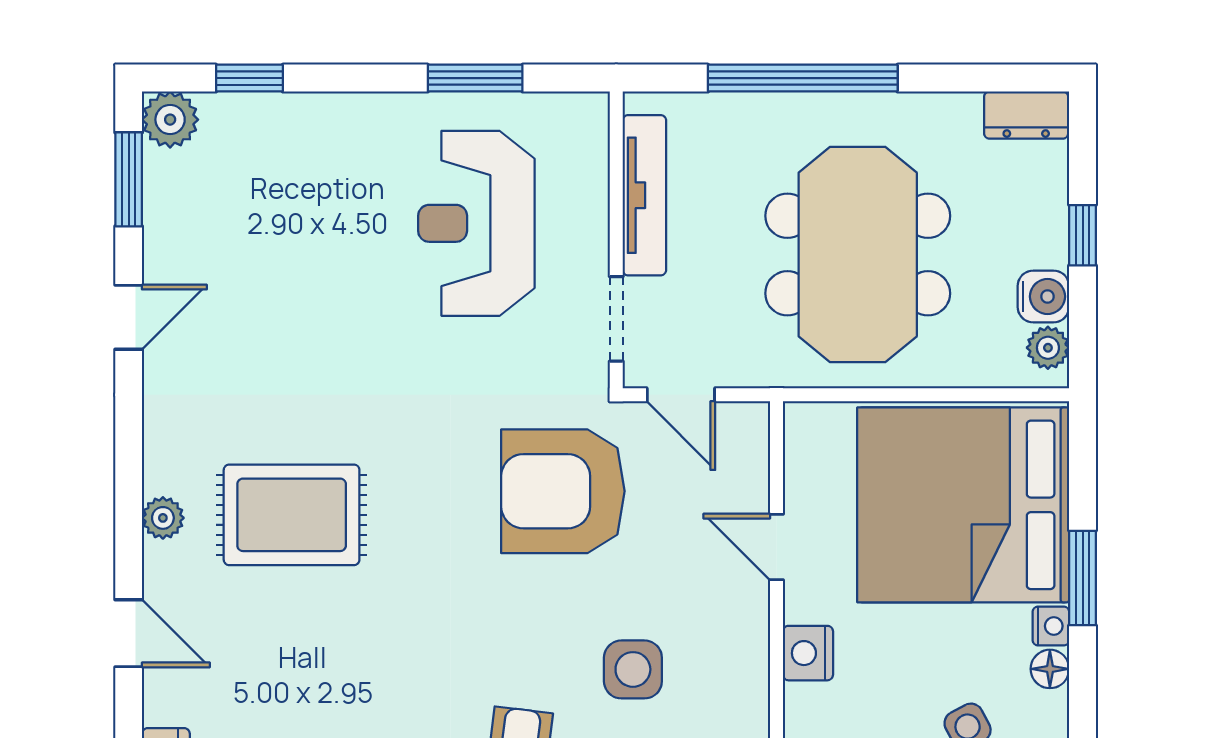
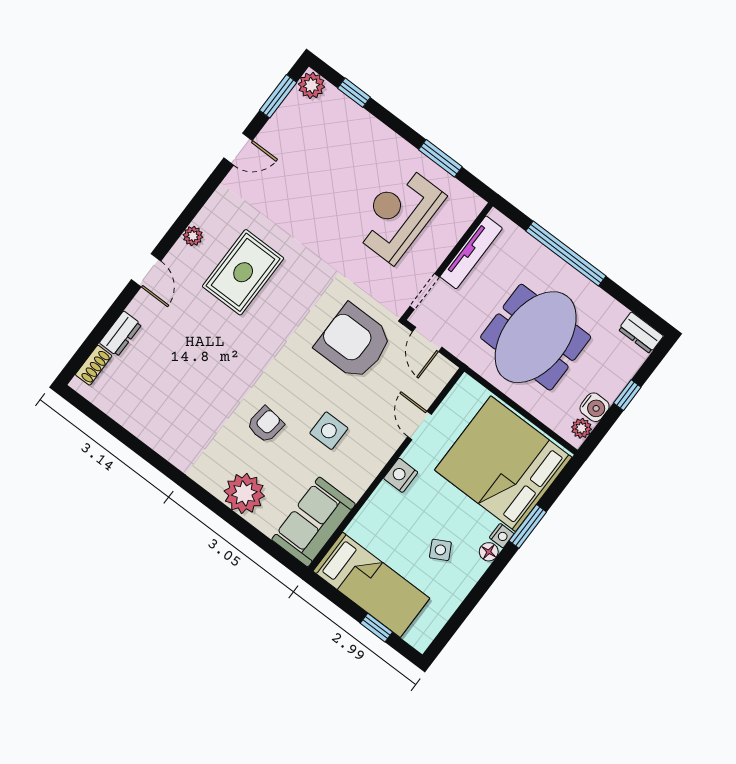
rug: (292, 515) -> (243, 272), turned 90

